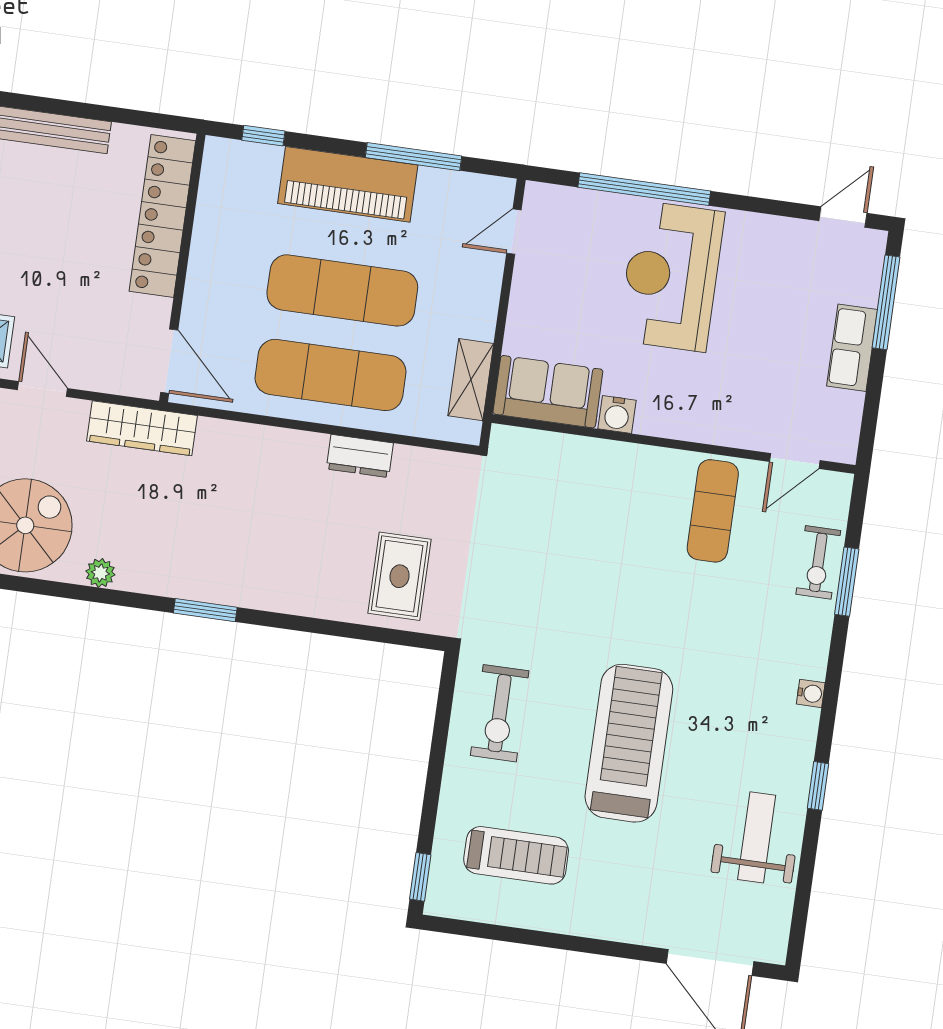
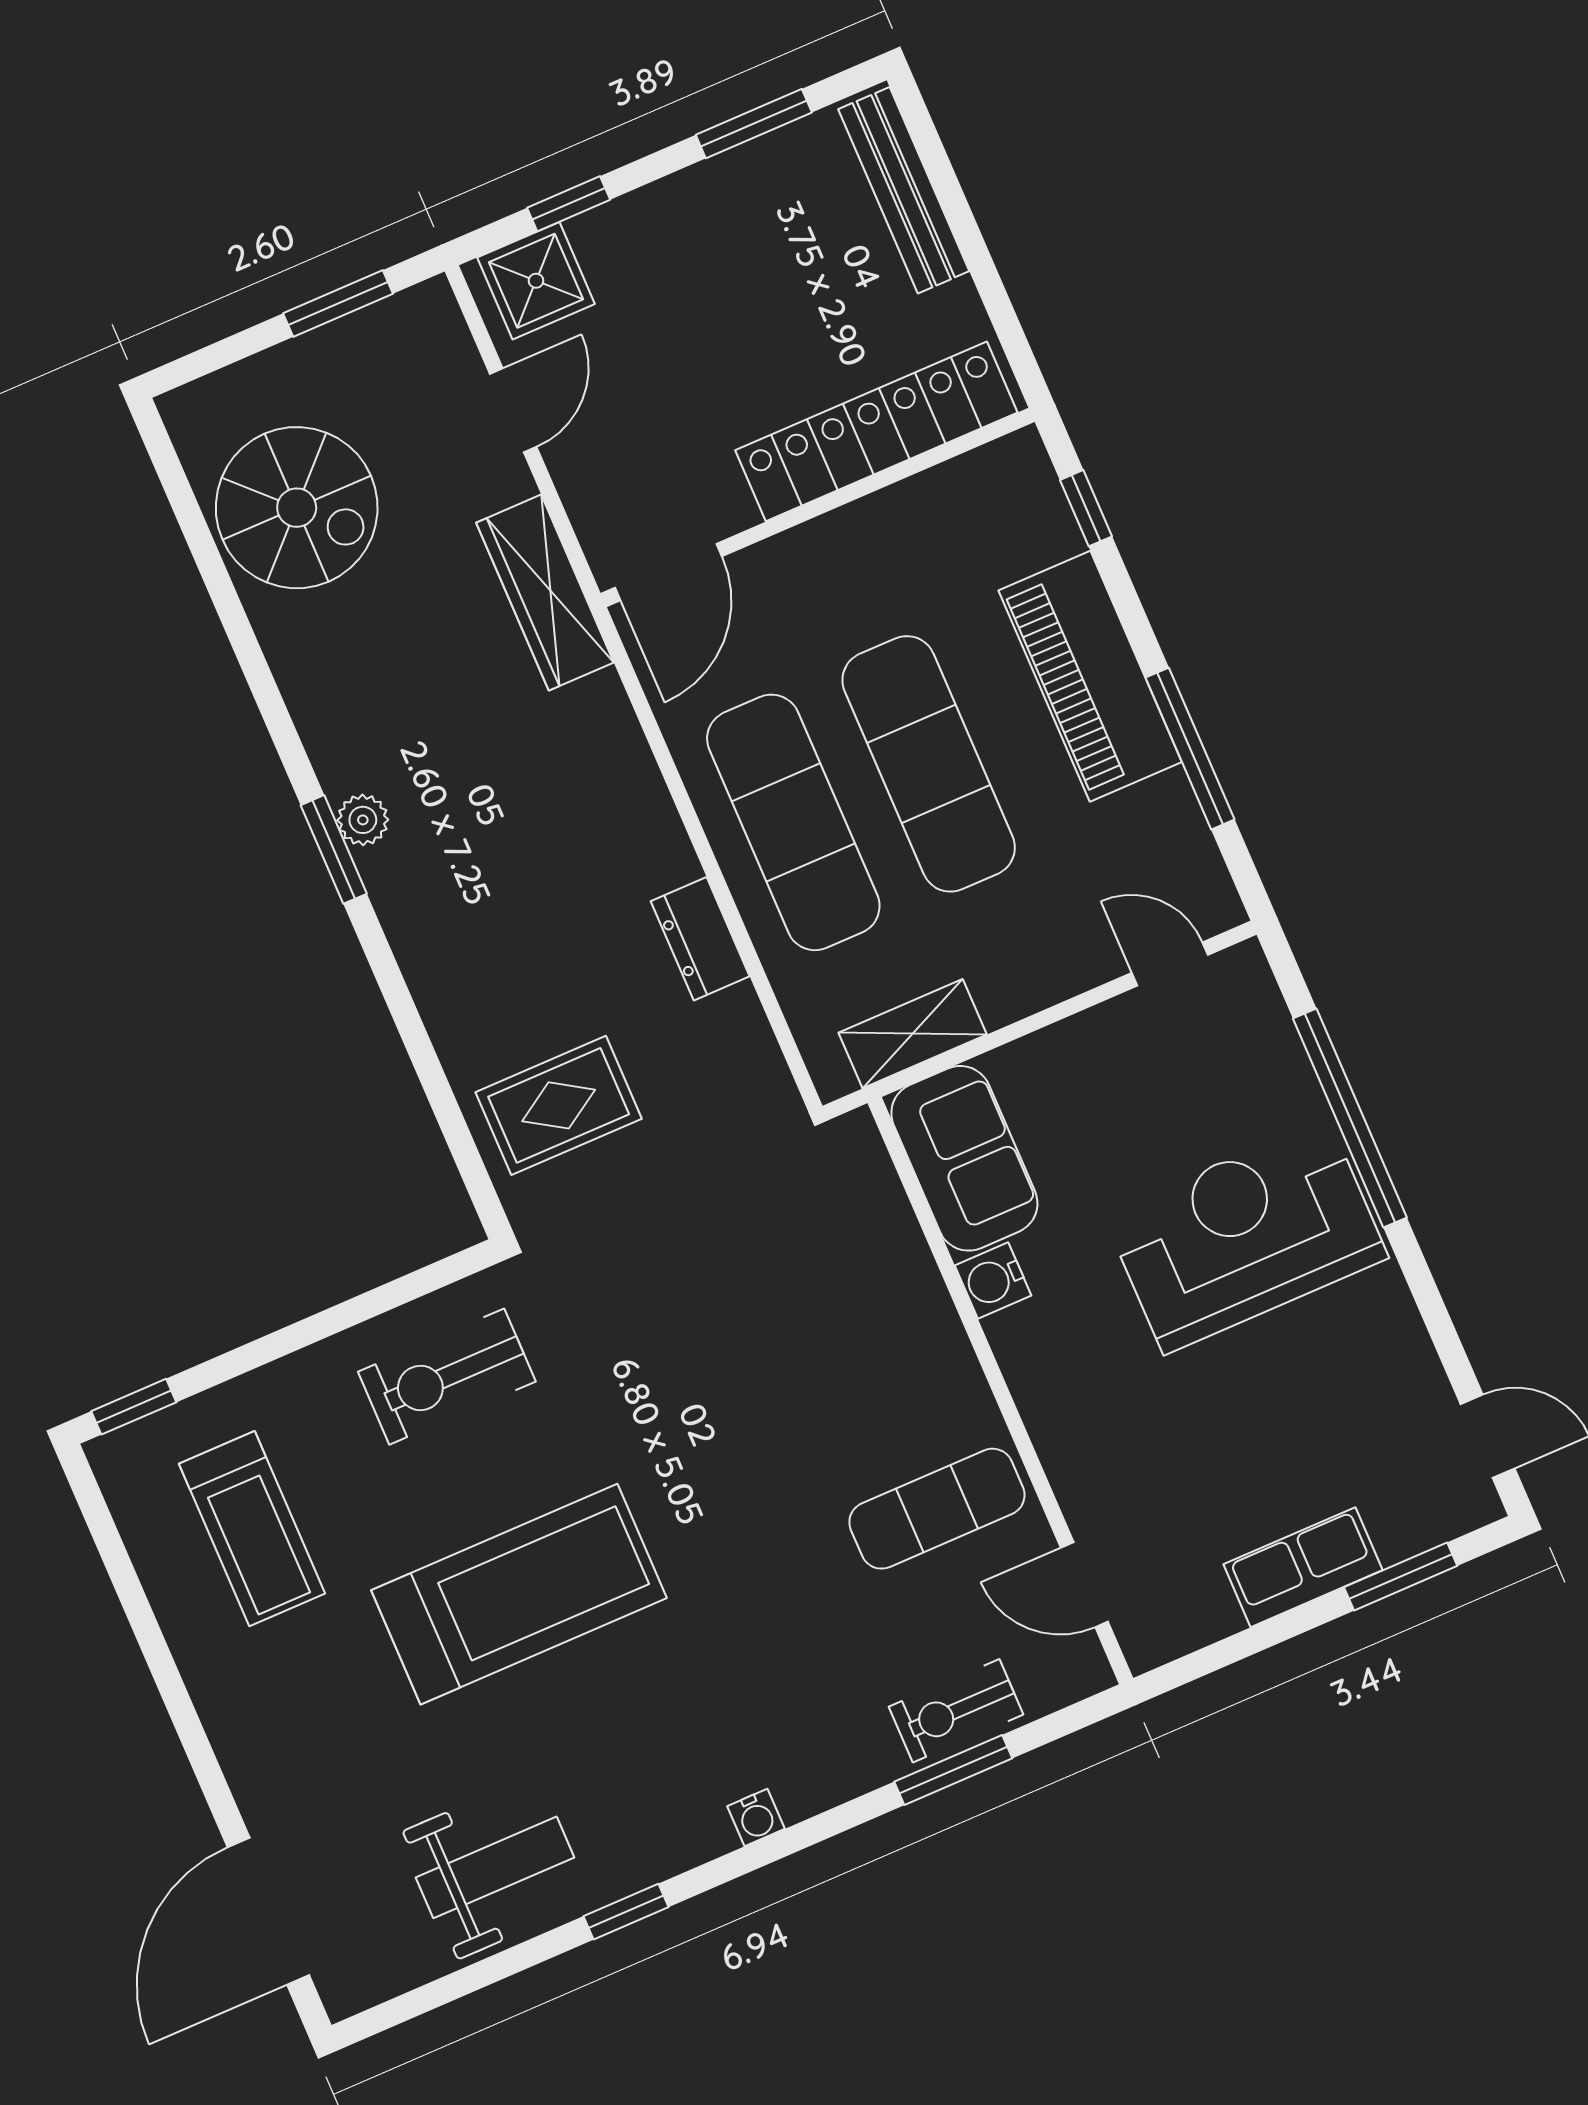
window: (886, 302) -> (1401, 1576), width x0.69
plant: (100, 573) -> (363, 820), moved

